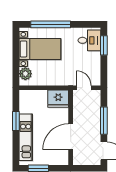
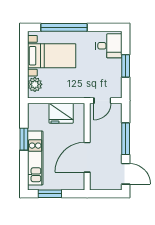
window: (104, 45) -> (126, 66), moved
door: (84, 88) -> (102, 101), swing flipped
fridge: (58, 99) -> (61, 113), moved

